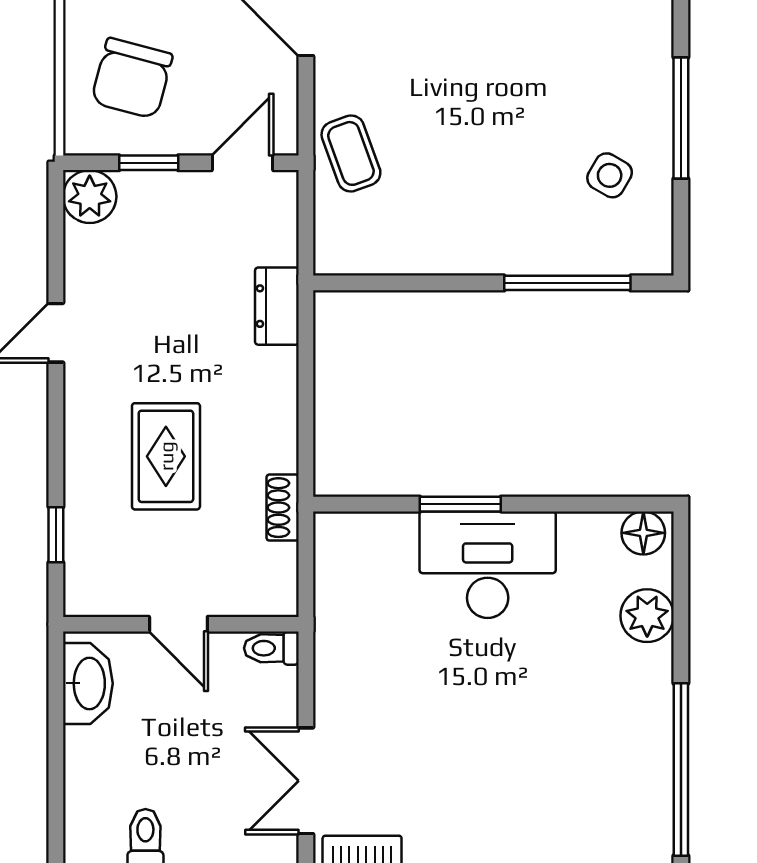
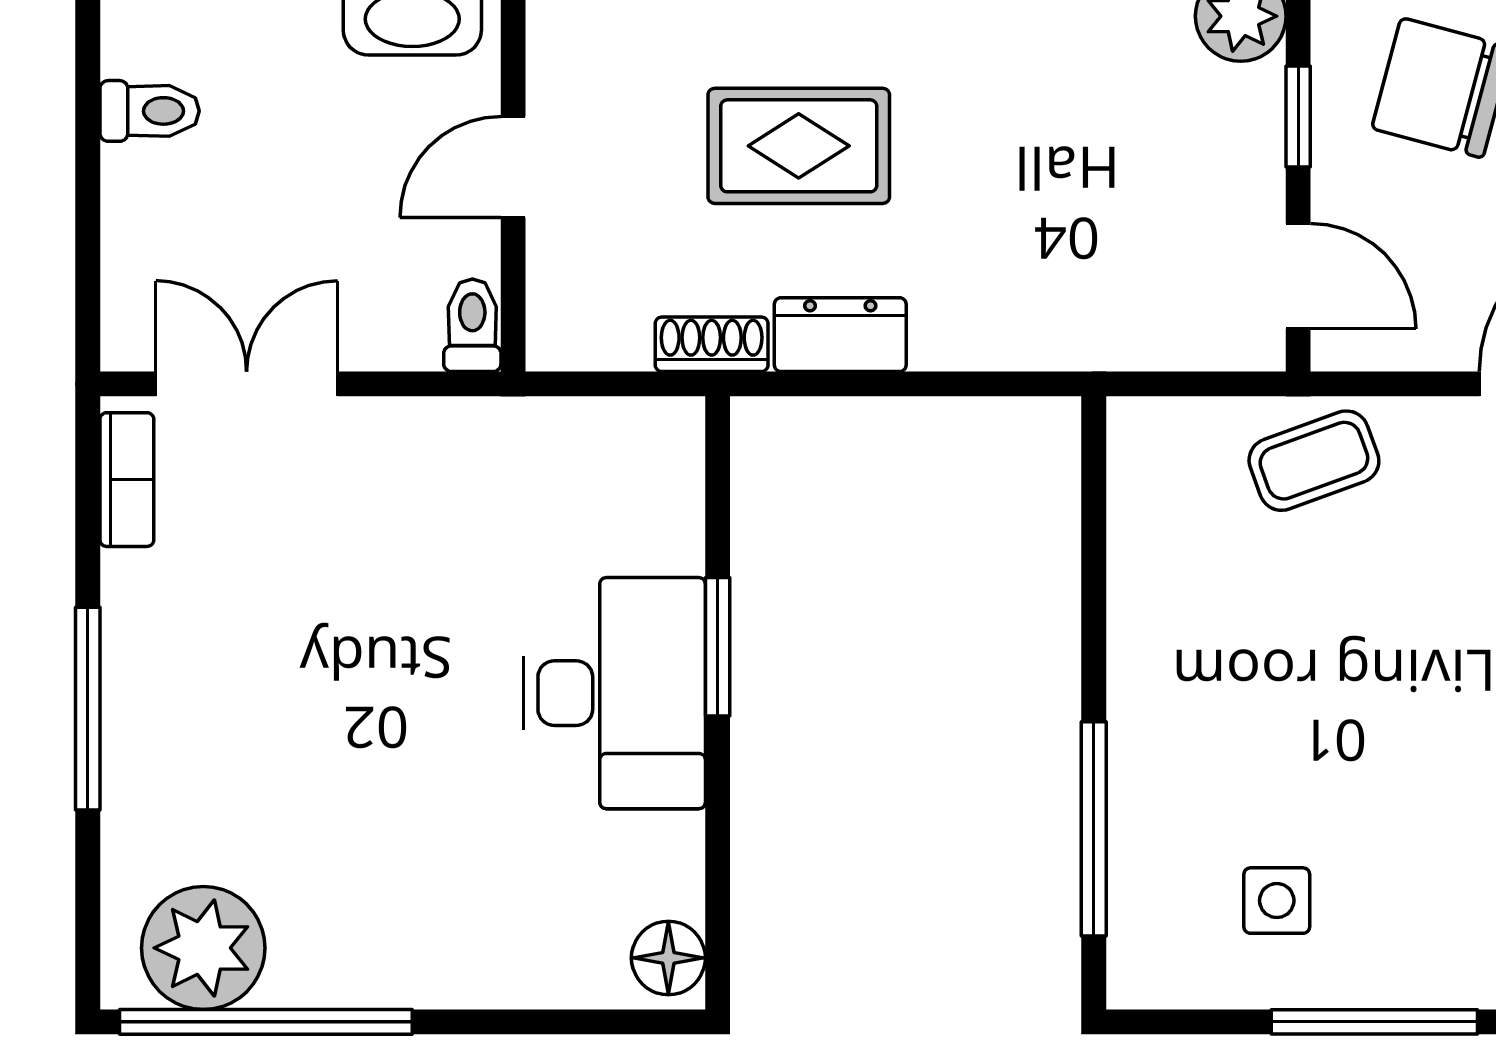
side table: (610, 175) -> (1277, 901), turned -30
dresser: (277, 306) -> (840, 335), moved
plant: (647, 616) -> (203, 948), moved, width x1.36, depth x1.36

